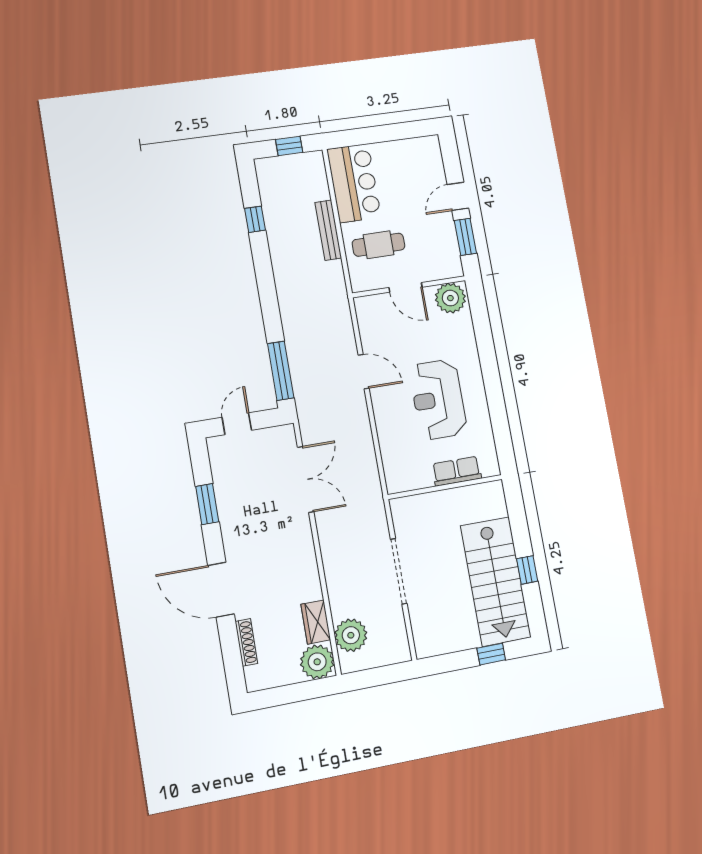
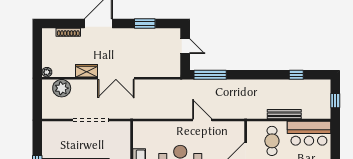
door: (364, 372) -> (202, 120), swing flipped
double door: (306, 479) -> (116, 78), moved
wardrobe: (316, 622) -> (86, 71), moved
plant: (317, 662) -> (47, 72), width x0.53, depth x0.53

